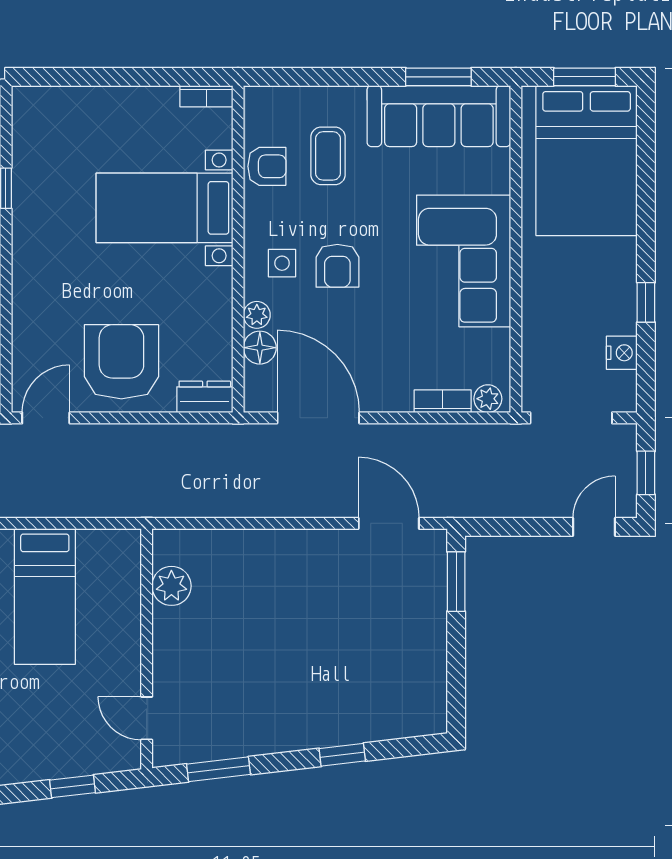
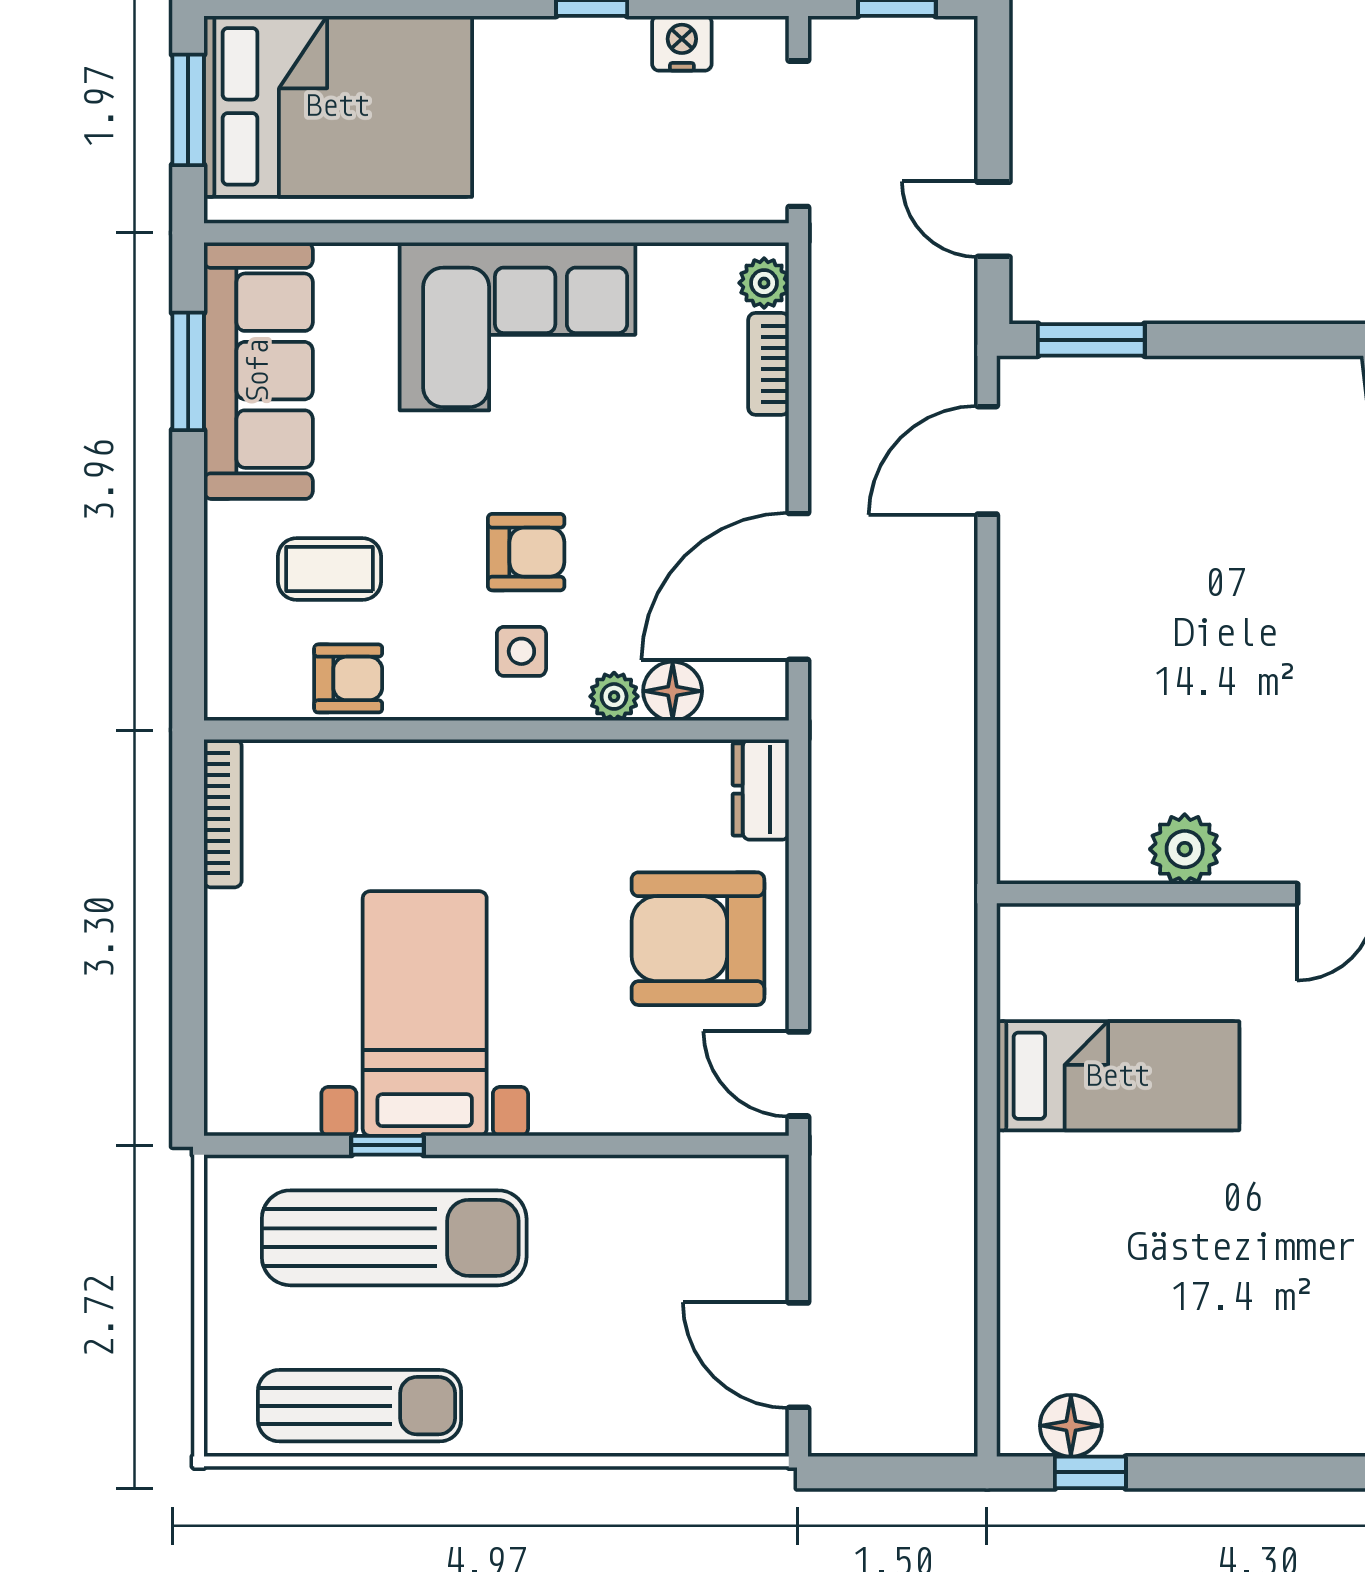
bookcase: (206, 96) -> (223, 813), width x1.56
armchair: (267, 166) -> (348, 678), turned 90
bed with nightstands: (164, 208) -> (425, 1014), moved, turned 180
door: (594, 527) -> (993, 219), moved
plant: (171, 586) -> (1185, 849), moved

